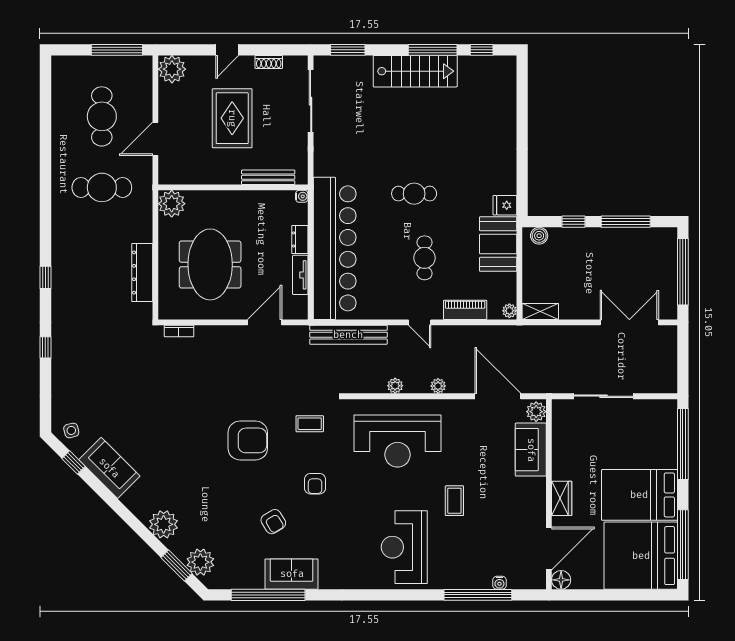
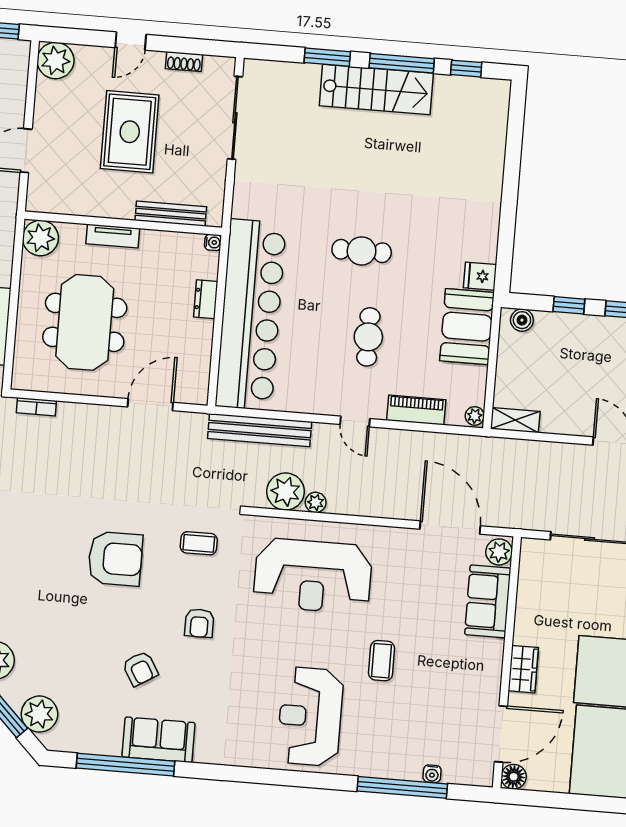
window: (348, 50) -> (327, 57), moved
tv unit: (300, 275) -> (113, 236), moved, turned -90
plant: (438, 386) -> (286, 492), moved, width x1.88, depth x1.88

